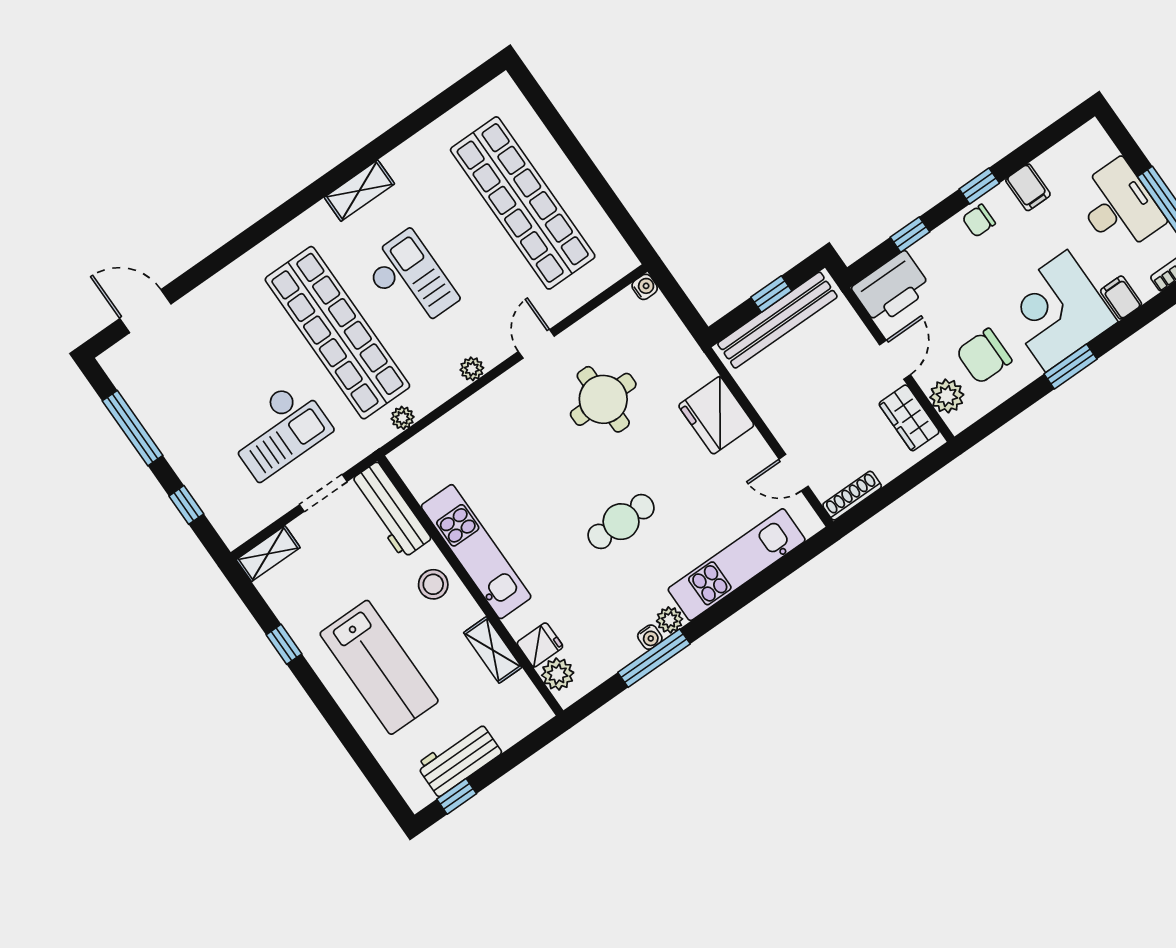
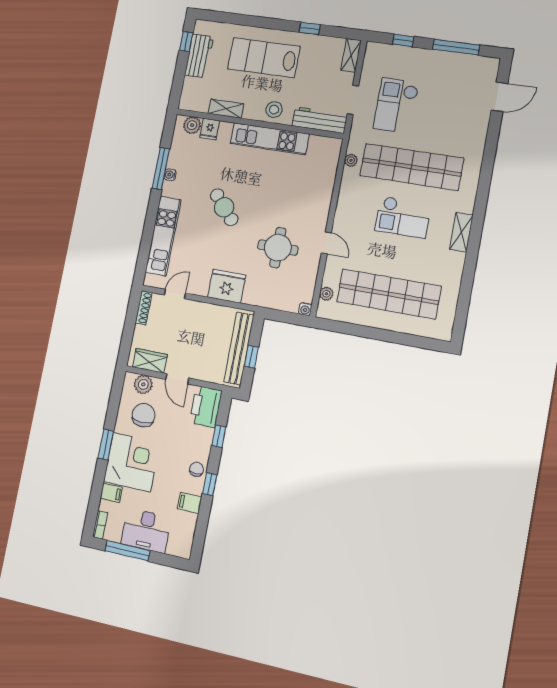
plant: (472, 369) -> (326, 294), moved
cafe table: (621, 522) -> (224, 207), turned -41
plant: (670, 620) -> (169, 189), removed

